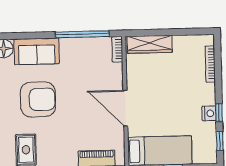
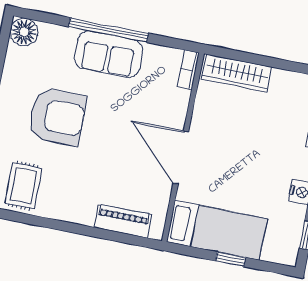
window: (82, 34) -> (109, 30), moved
sofa: (37, 51) -> (109, 54), moved

